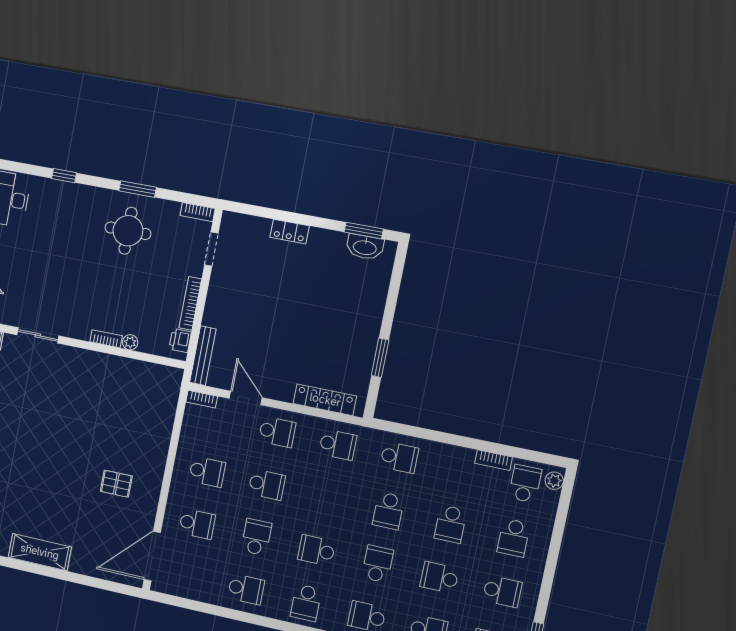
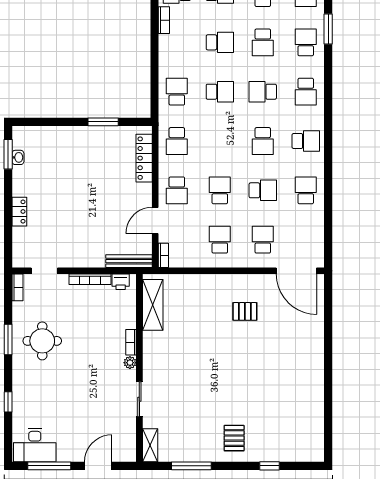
washbasin: (365, 247) -> (18, 157), width x0.52, depth x0.69
plant: (130, 342) -> (130, 363), moved
school desk: (277, 432) -> (177, 190), turned 180
school desk: (338, 445) -> (177, 141), turned 180
pallet: (116, 484) -> (245, 311), turned 90
school desk: (256, 537) -> (263, 190), turned 180
shelving: (40, 552) -> (153, 305), moved

